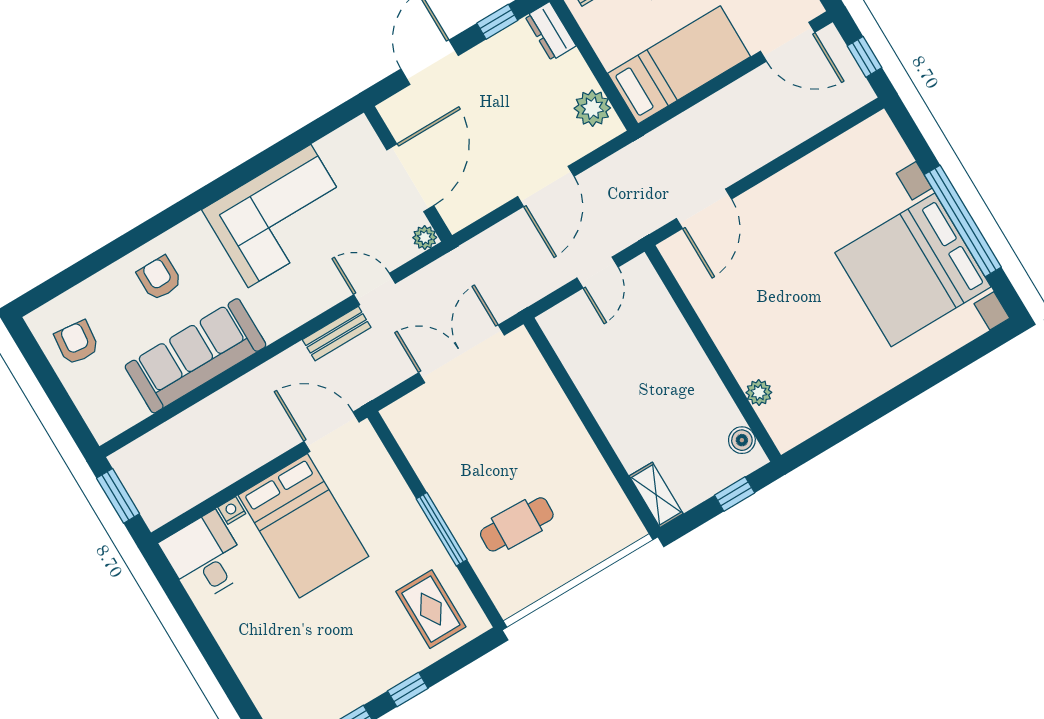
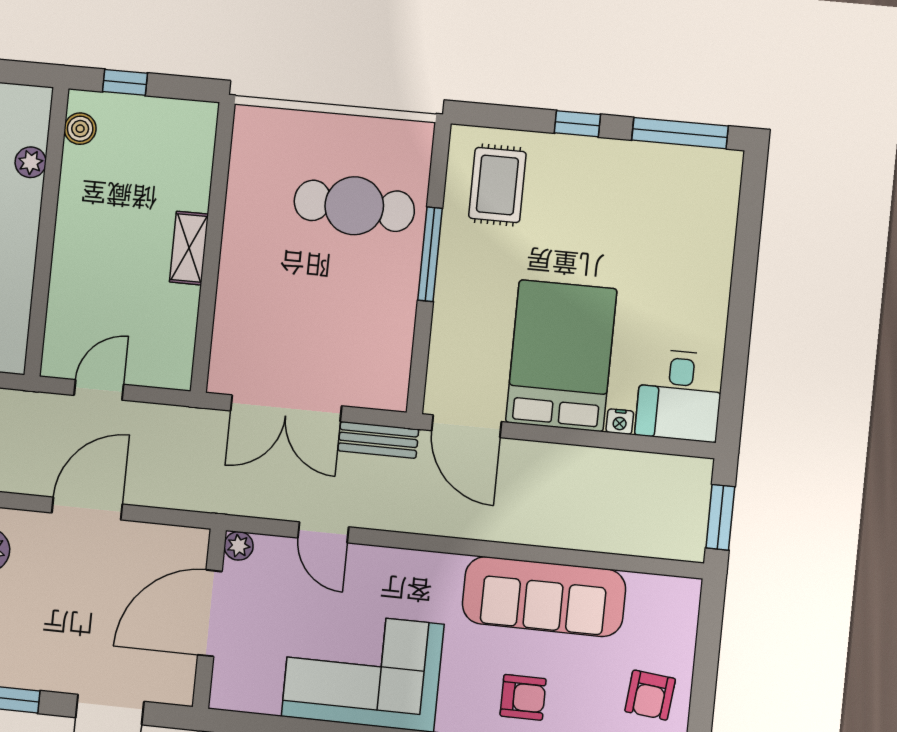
armchair: (159, 278) -> (523, 697), turned -90
bench: (337, 333) -> (378, 440), moved
shelving: (656, 495) -> (189, 248), moved
cafe table: (517, 524) -> (354, 206), width x1.37, depth x1.35

